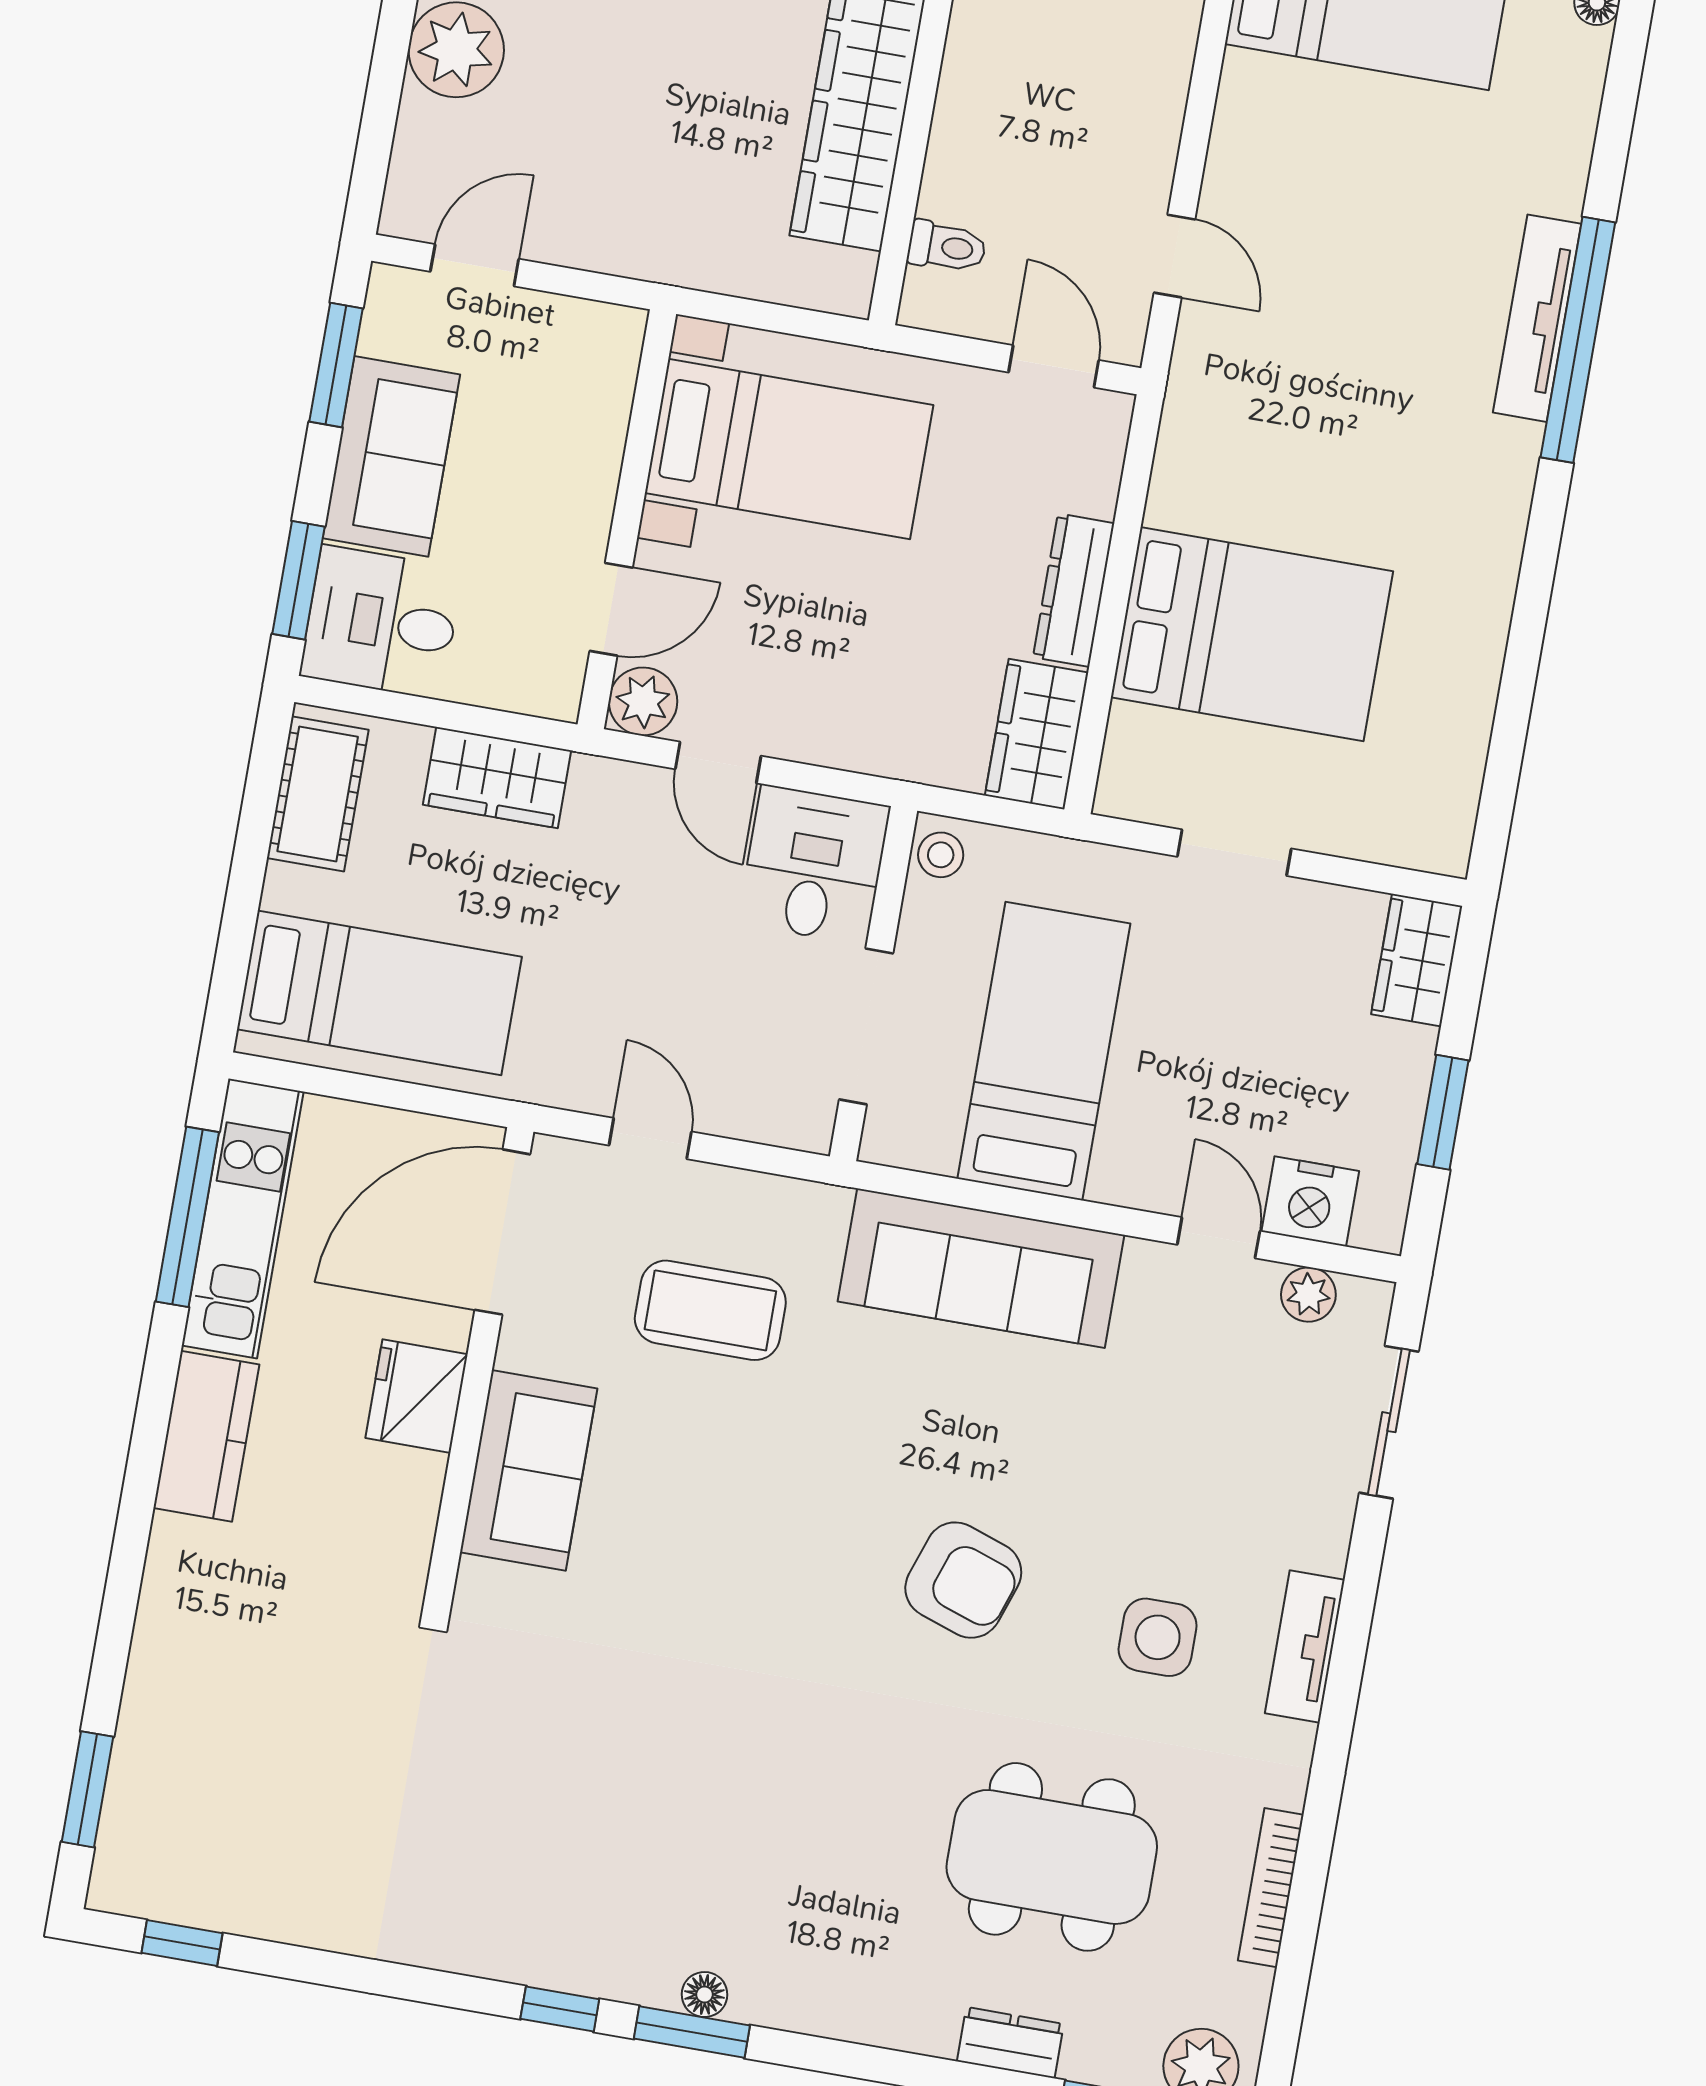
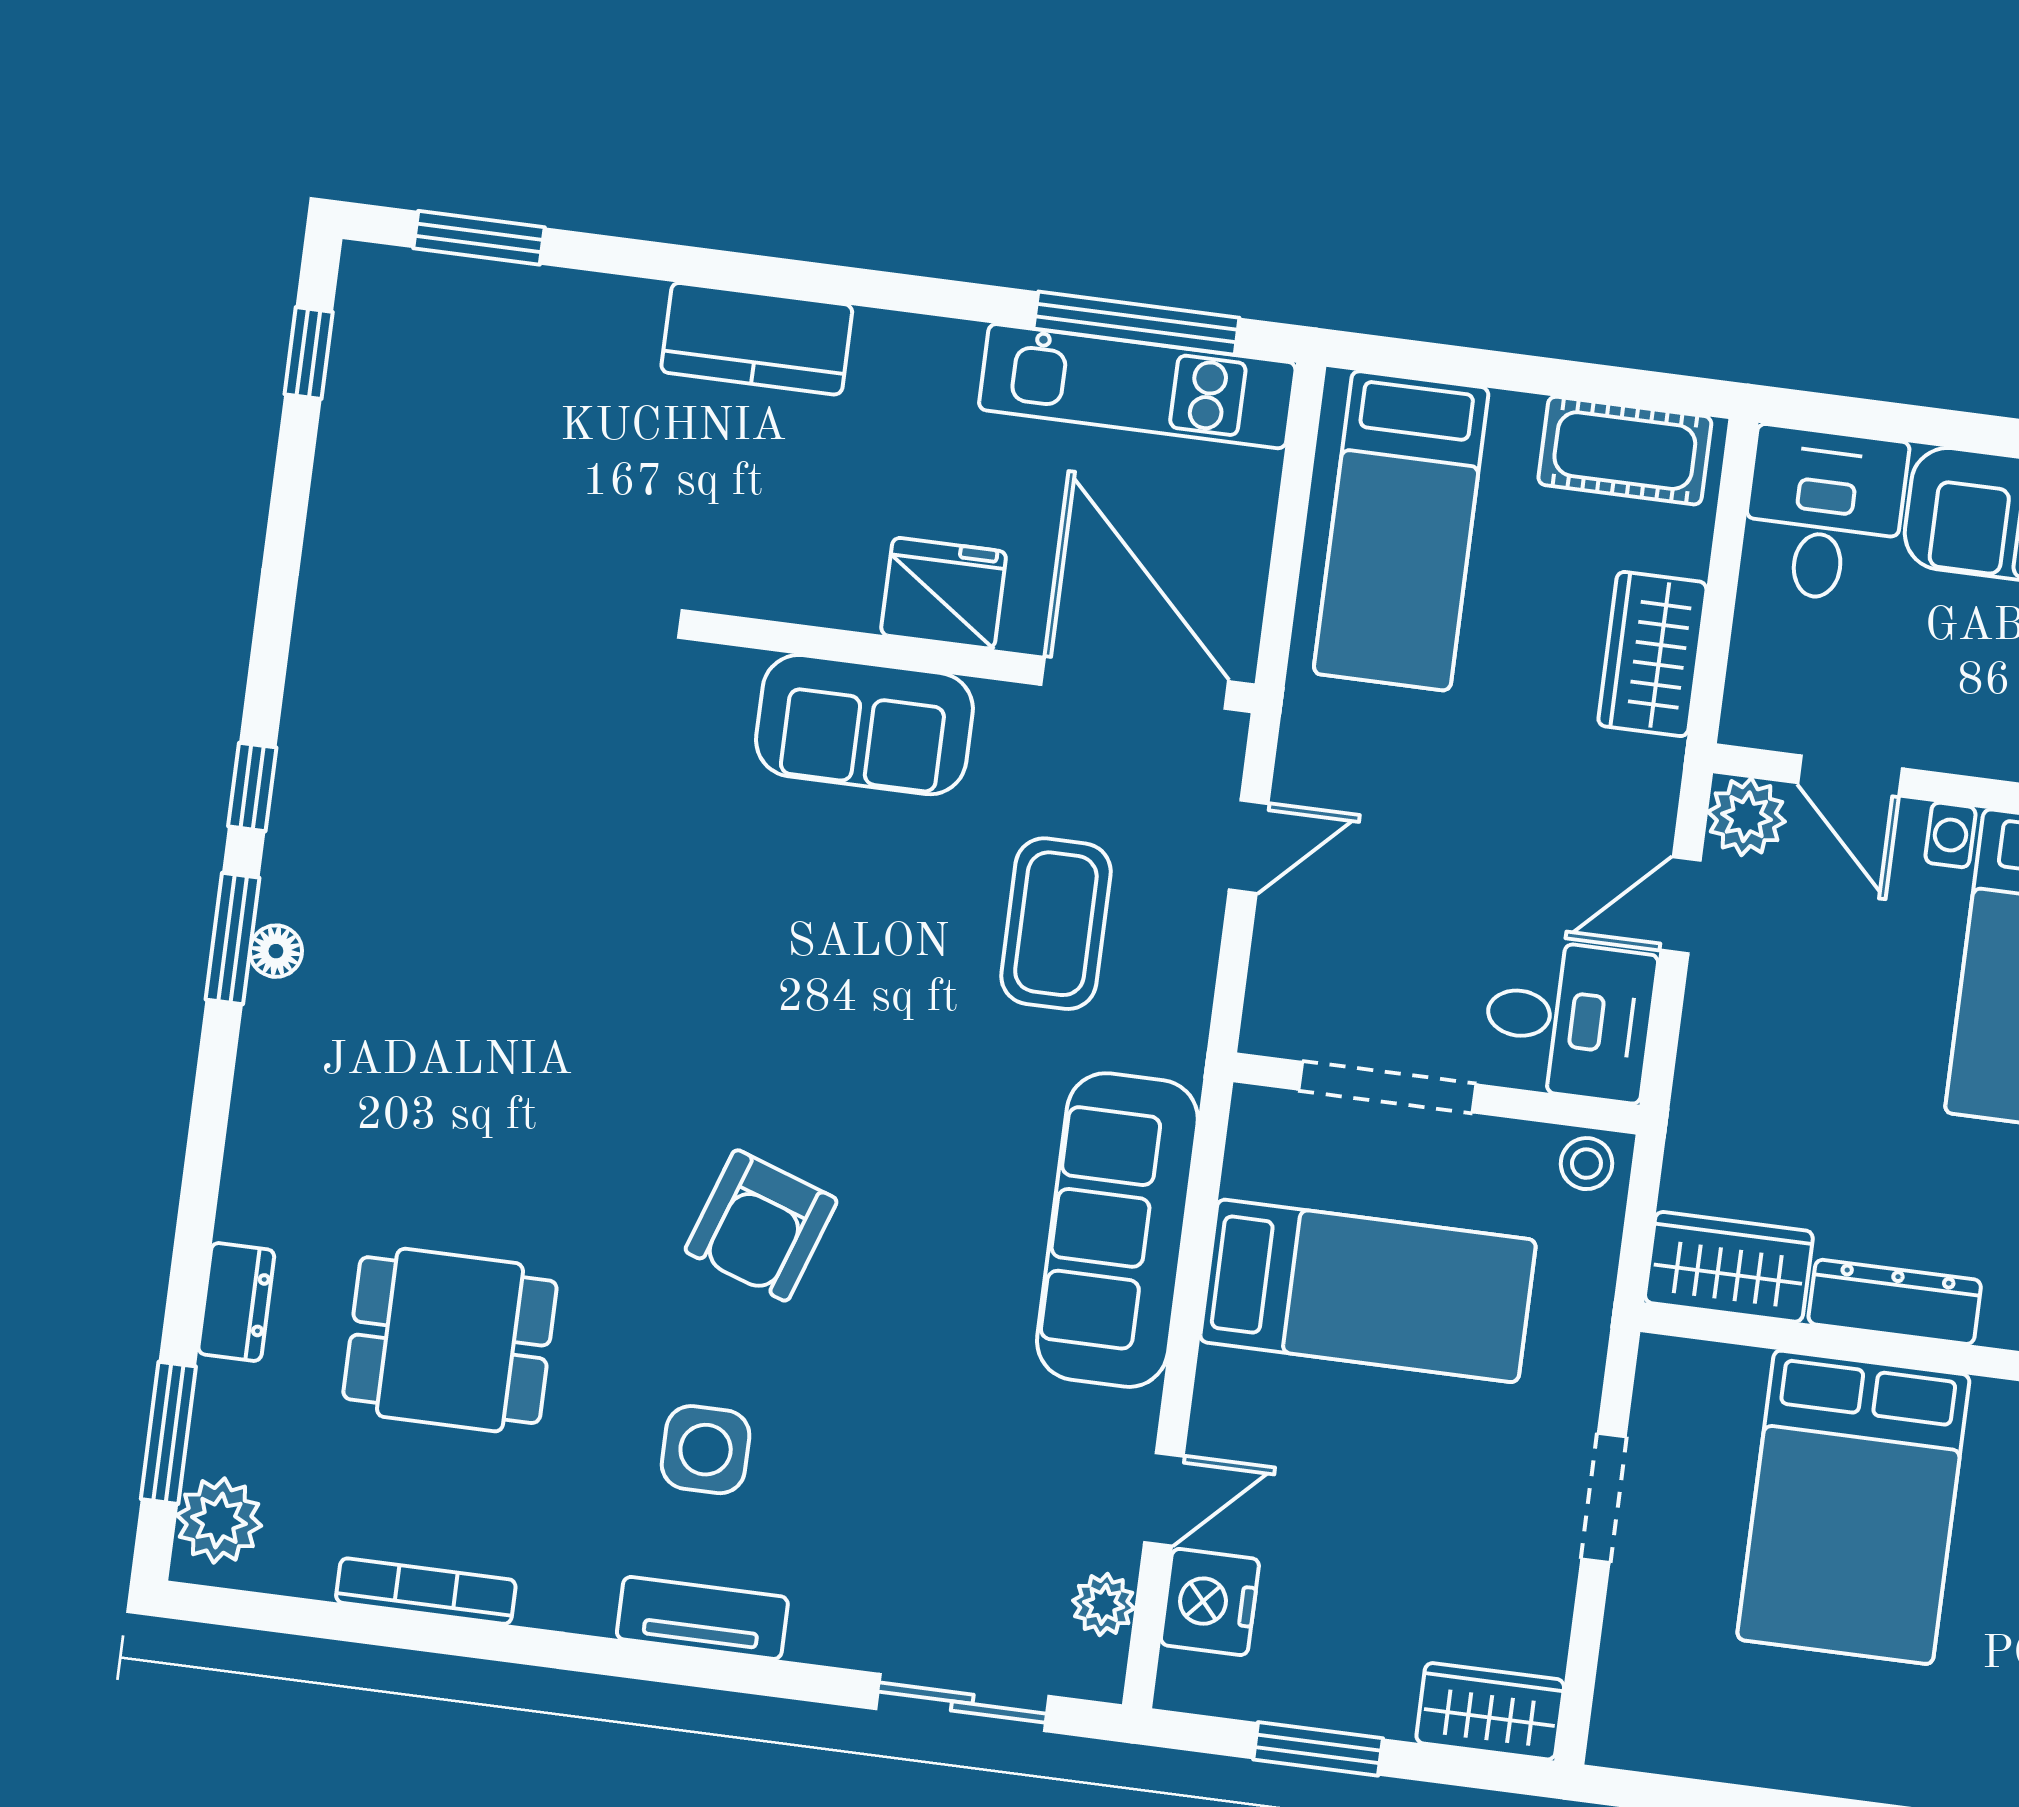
window: (299, 580) -> (1867, 418), removed
kitchen counter: (206, 1436) -> (757, 339), moved
dining table: (1052, 1857) -> (450, 1340), width x0.73

